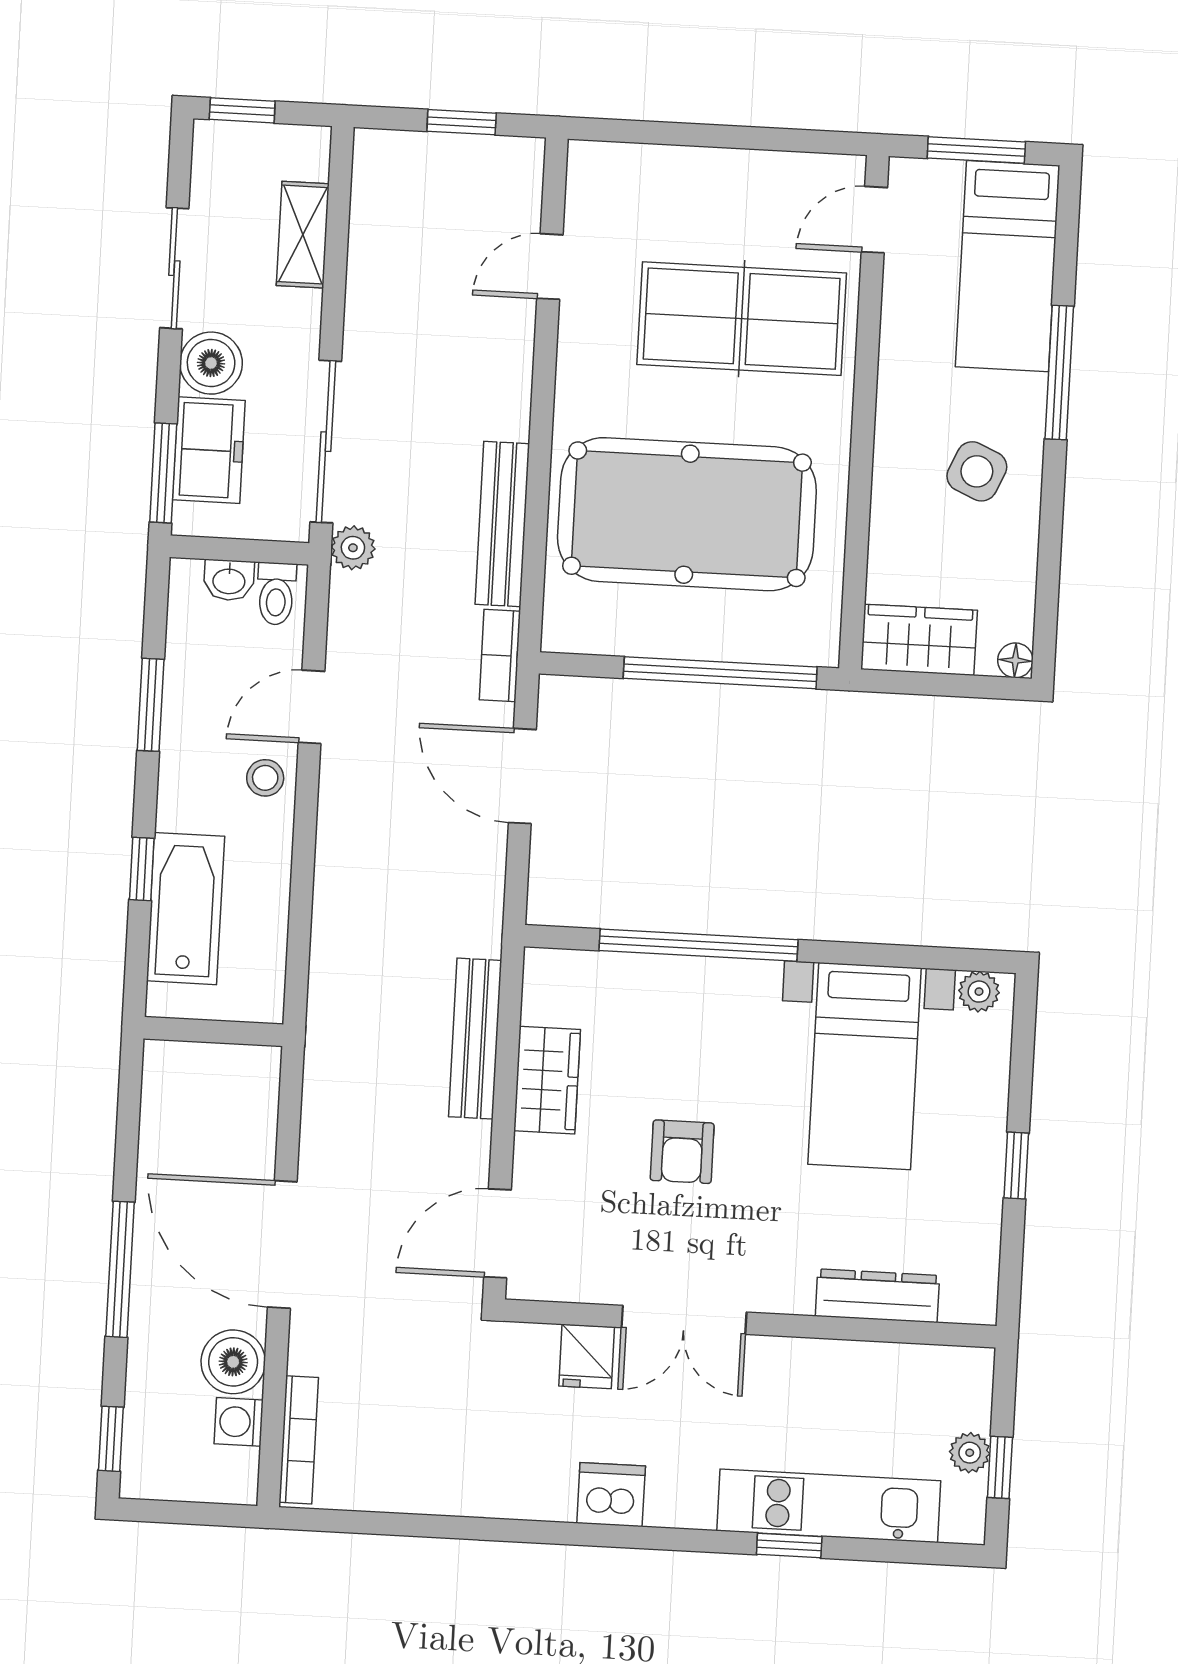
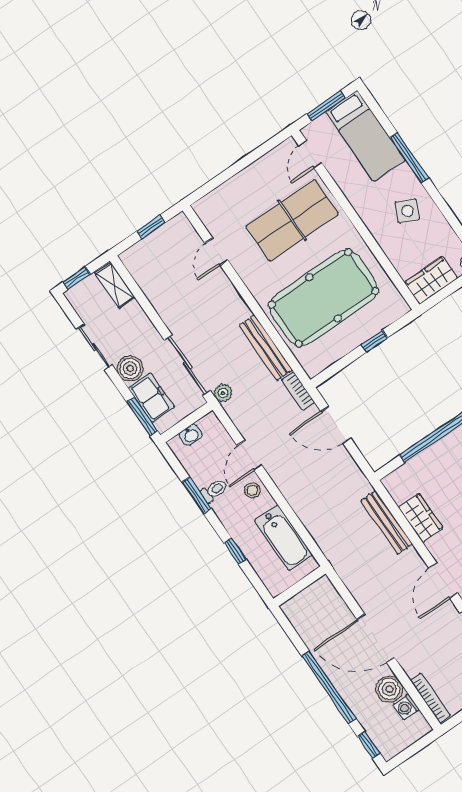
shelving: (303, 235) -> (115, 285), moved
toilet: (276, 594) -> (214, 491), moved, turned -90
window: (720, 673) -> (374, 341), width x0.32
bathtub: (185, 909) -> (283, 538), moved, turned 180
window: (120, 1269) -> (329, 687), width x1.46

